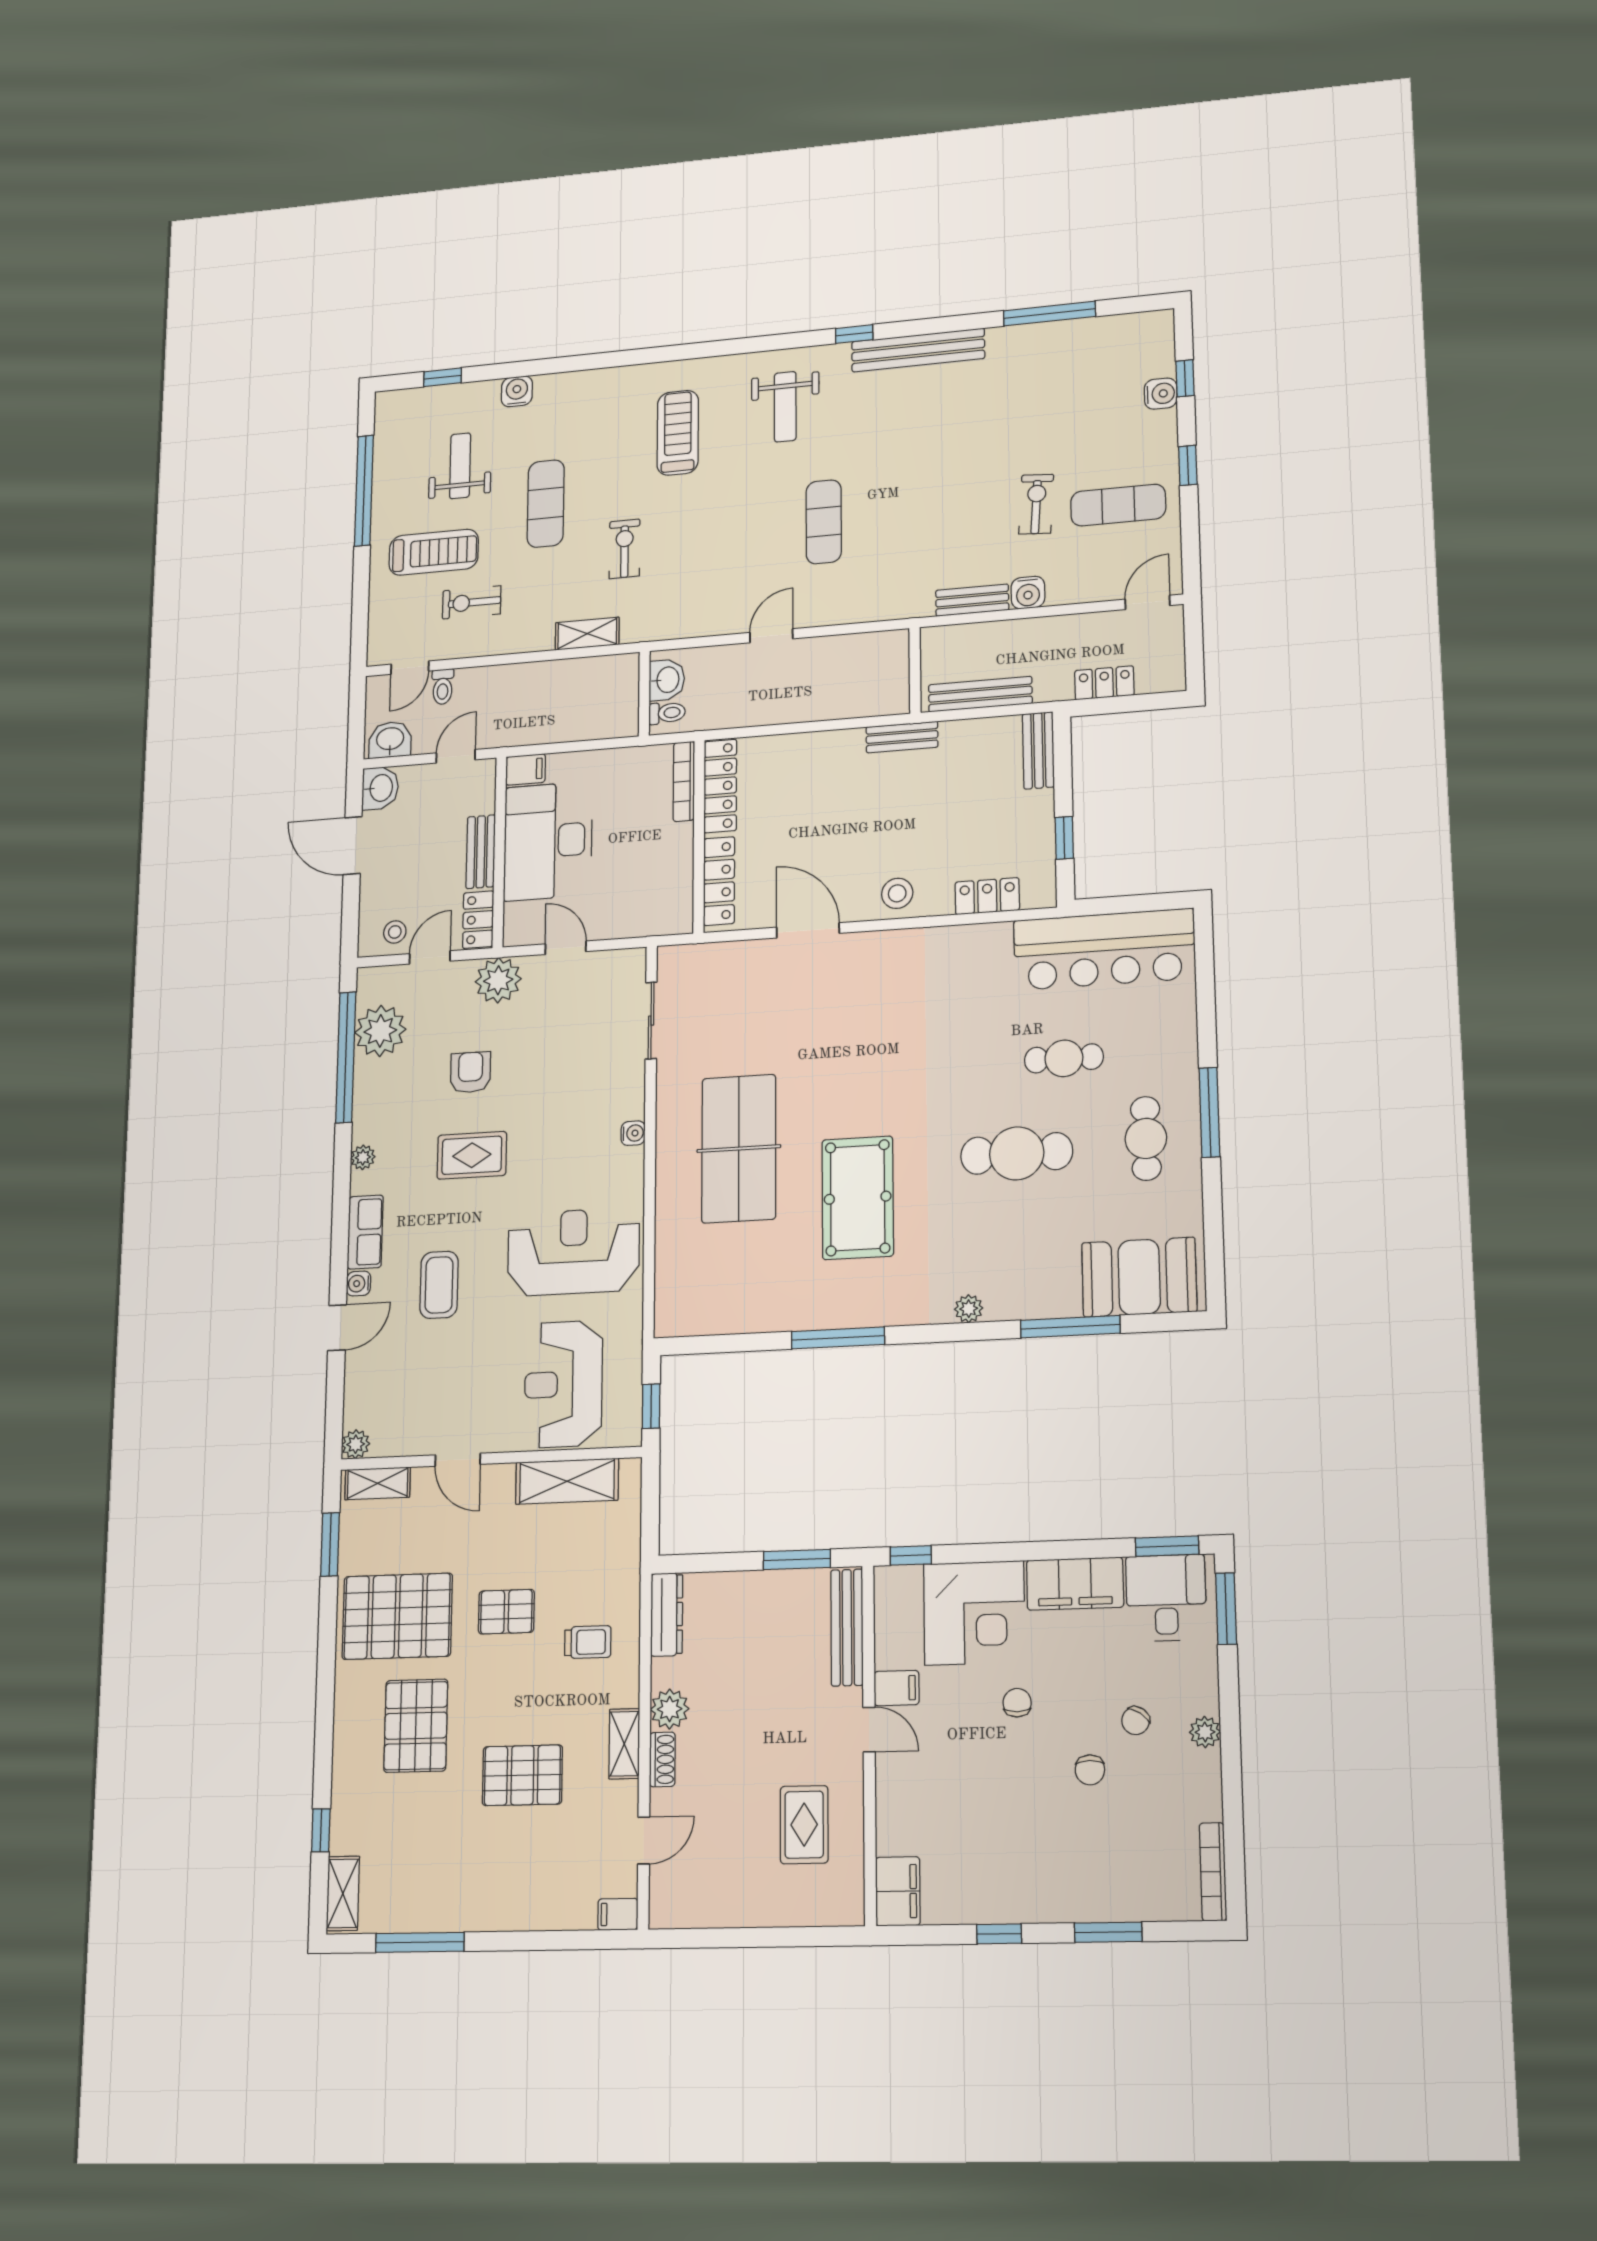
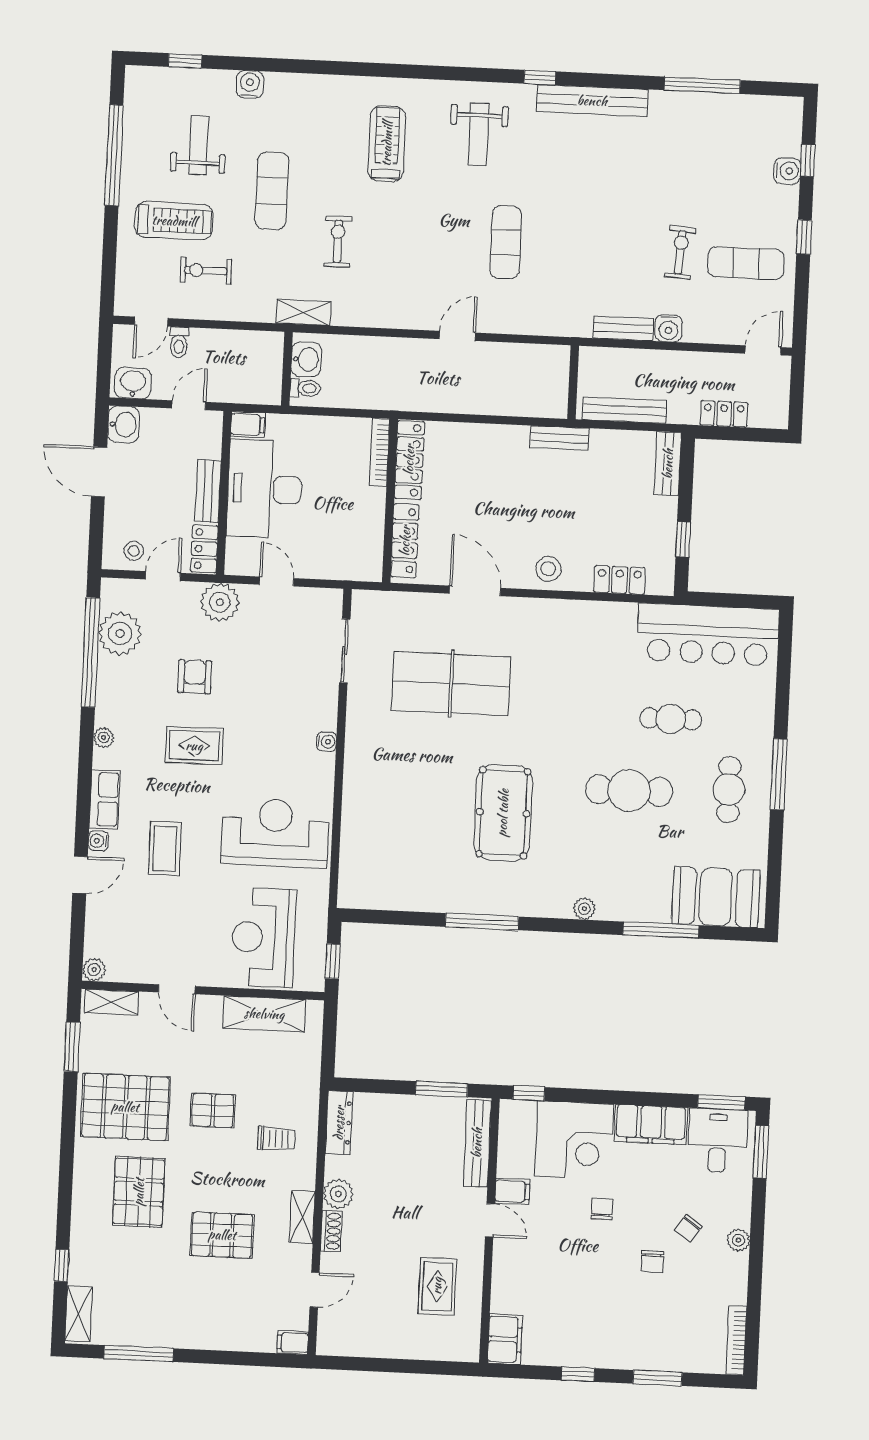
washbasin: (667, 680) -> (306, 359), moved
wall: (644, 694) -> (287, 369), moved
toilet: (667, 713) -> (305, 388), moved
table tennis table: (739, 1149) -> (451, 684), moved, turned 90

